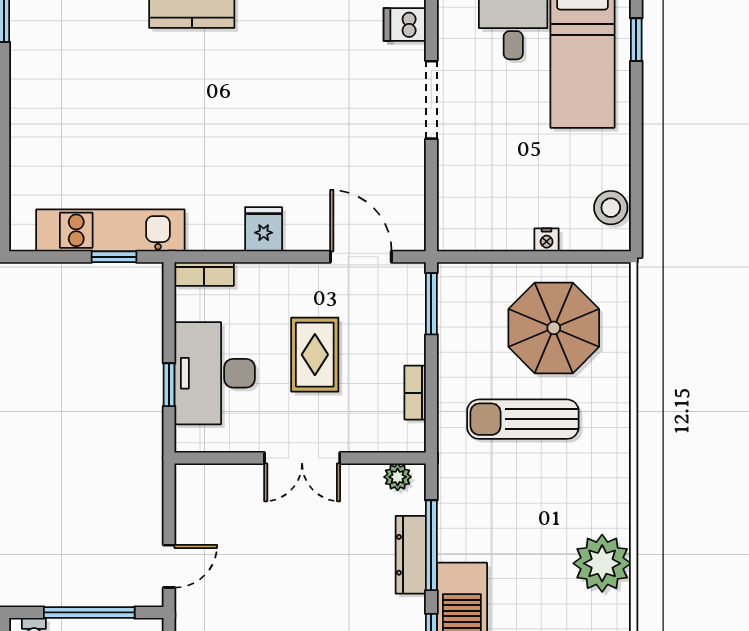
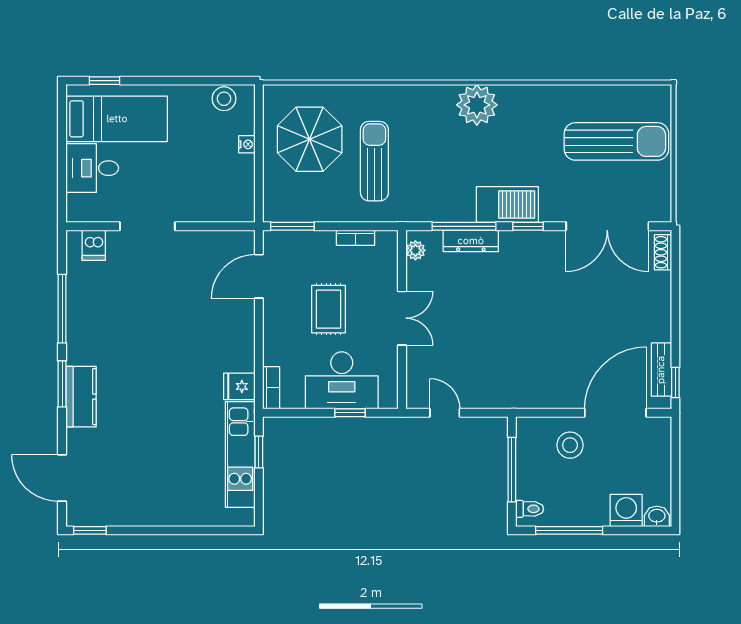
fridge: (264, 229) -> (239, 386), moved
rug: (315, 355) -> (329, 309), turned 90
sun lounger: (523, 419) -> (374, 161), turned 180
door: (169, 566) -> (445, 413), moved

